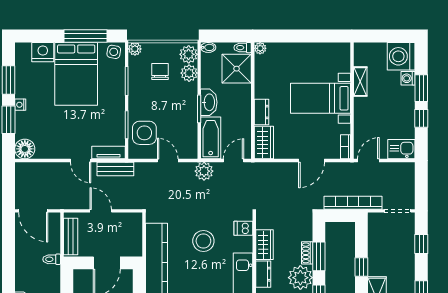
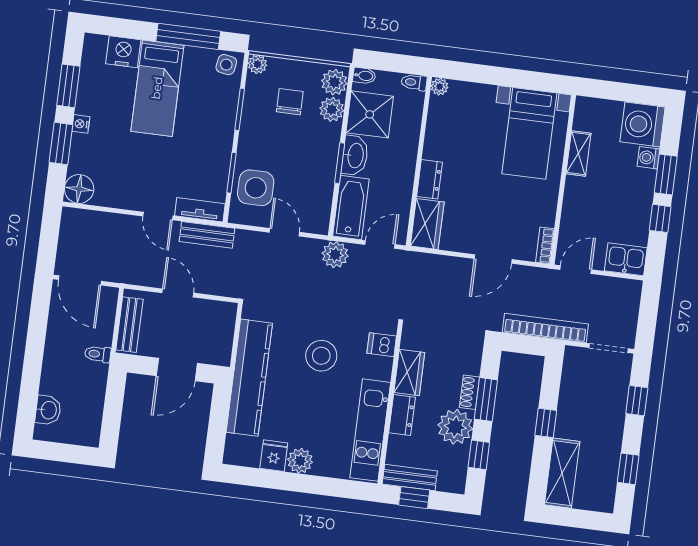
shower: (237, 69) -> (370, 114), moved
bed: (76, 74) -> (157, 88), width x0.67
bed with nightstands: (321, 98) -> (529, 133), moved, turned -90

